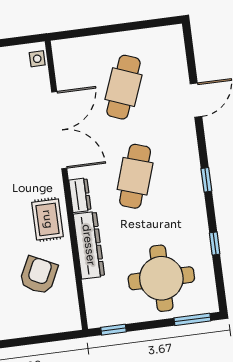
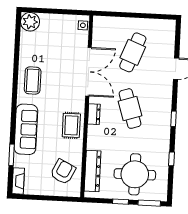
cafe table: (135, 176) -> (130, 109), turned -36
dresser: (89, 245) -> (93, 171), moved
armchair: (39, 275) -> (63, 172), moved
window: (113, 330) -> (121, 202), moved

